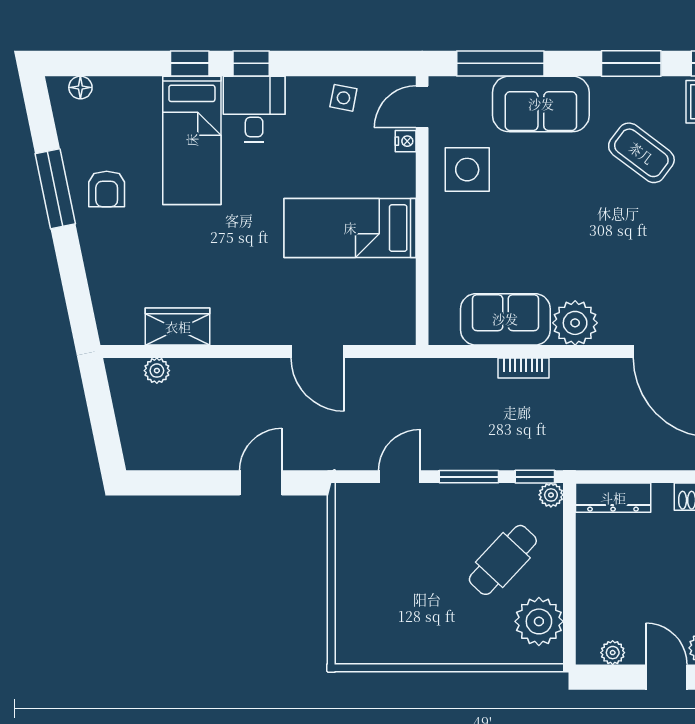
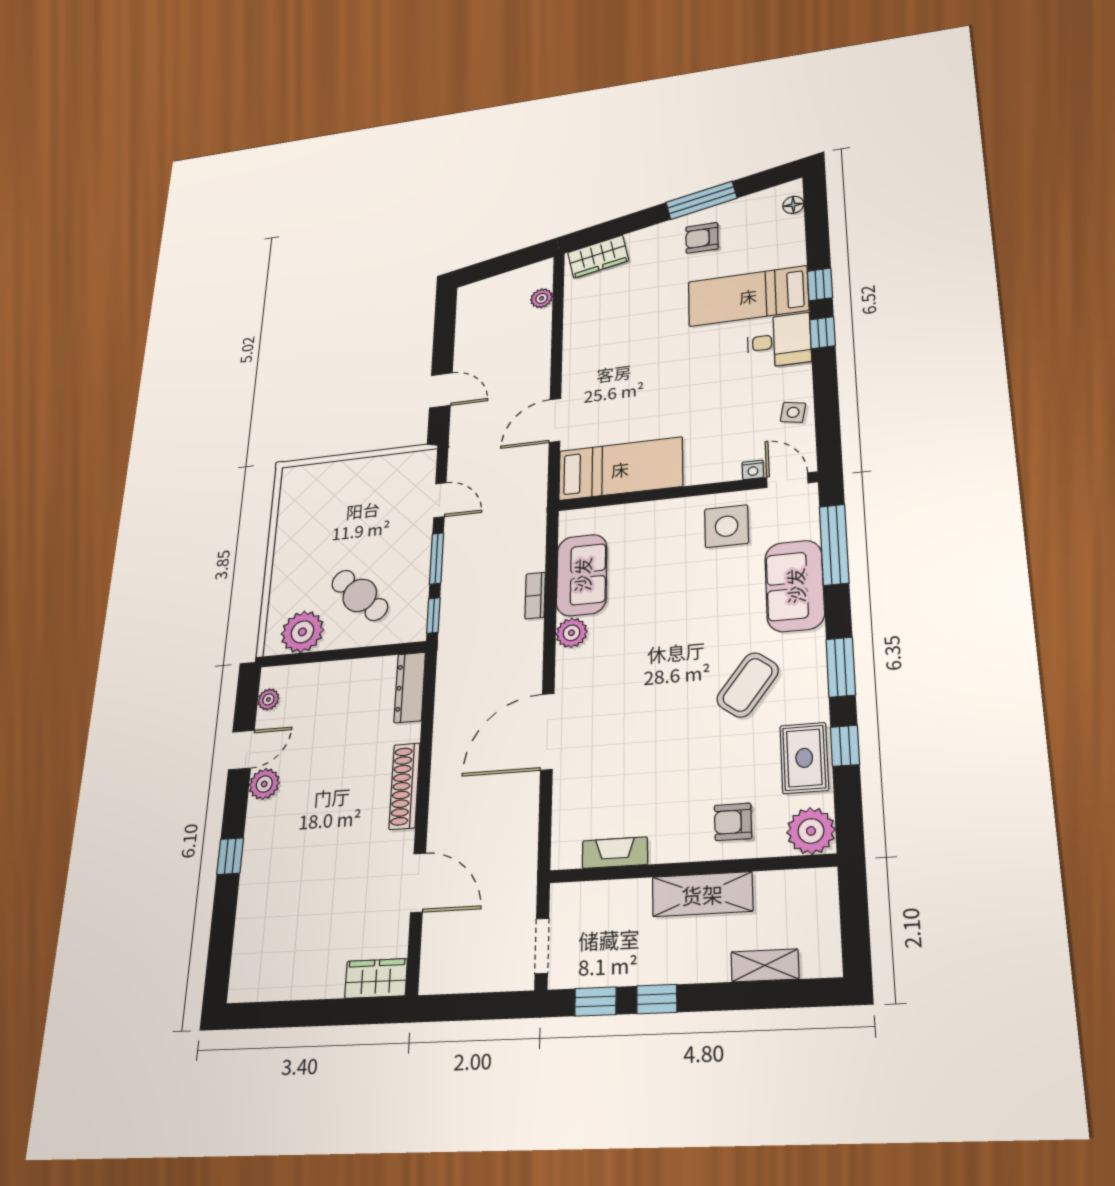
bed: (350, 228) -> (620, 469), moved, turned 90
plant: (575, 323) -> (571, 633), width x0.73, depth x0.73
wardrobe: (178, 327) -> (598, 257), moved, turned 78
plant: (551, 495) -> (416, 631), removed

